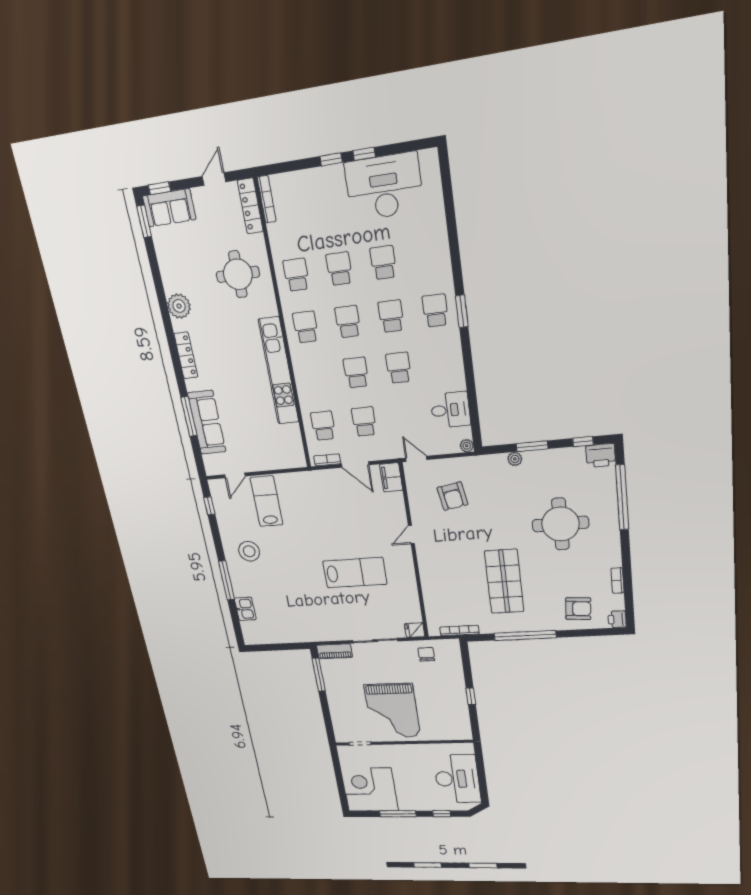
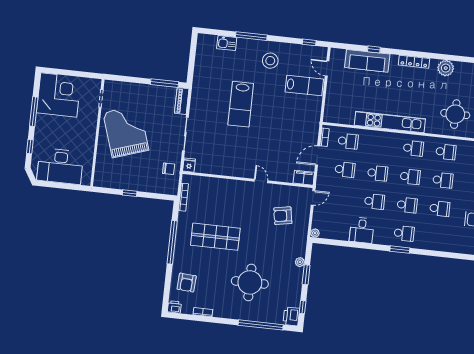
desk: (450, 410) -> (362, 230), moved
window: (189, 417) -> (374, 49), width x0.46
lab bench: (355, 573) -> (241, 104), moved
grand piano: (392, 711) -> (126, 131), turned 72

